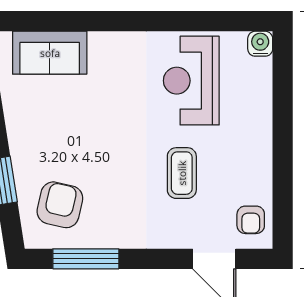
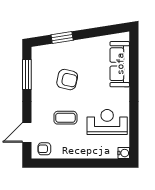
sofa: (50, 53) -> (120, 64), width x1.36
armchair: (60, 205) -> (67, 80), moved

